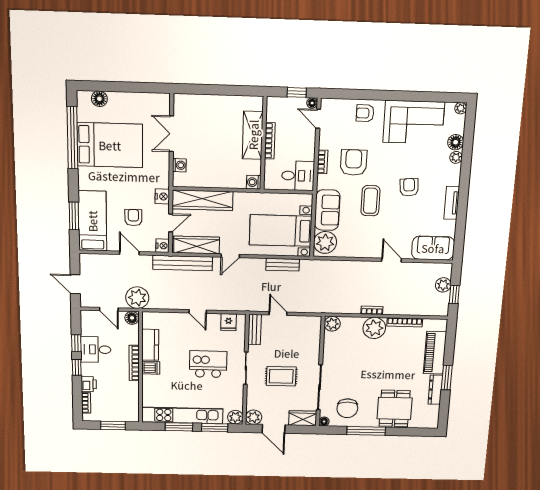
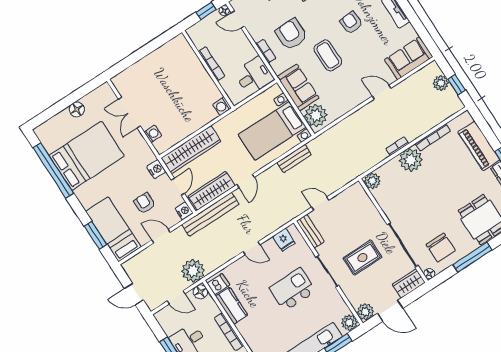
floor lamp: (99, 99) -> (77, 109), moved
shelving: (253, 135) -> (195, 69), removed
dishwasher: (151, 368) -> (218, 284), moved

